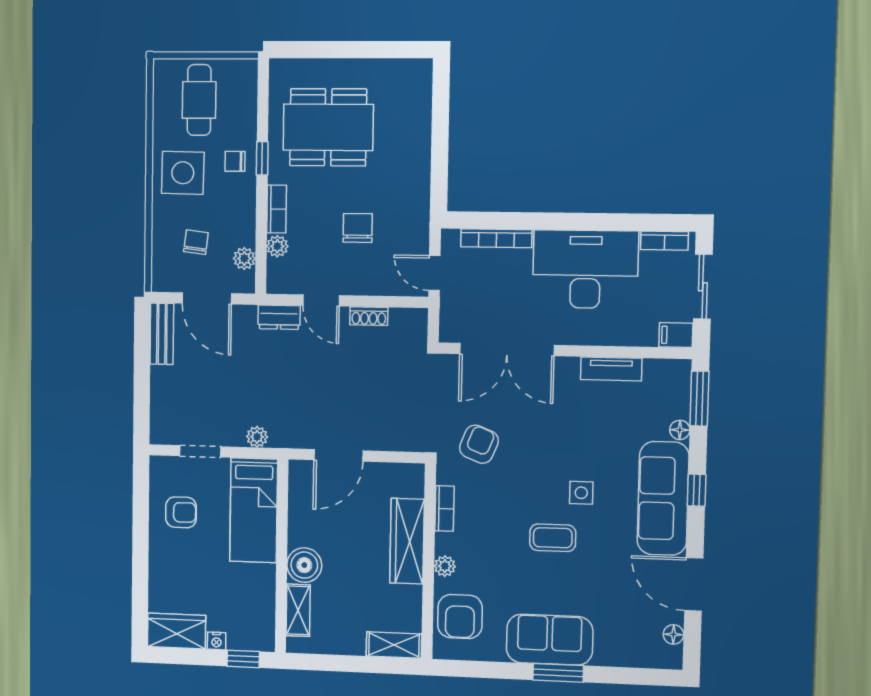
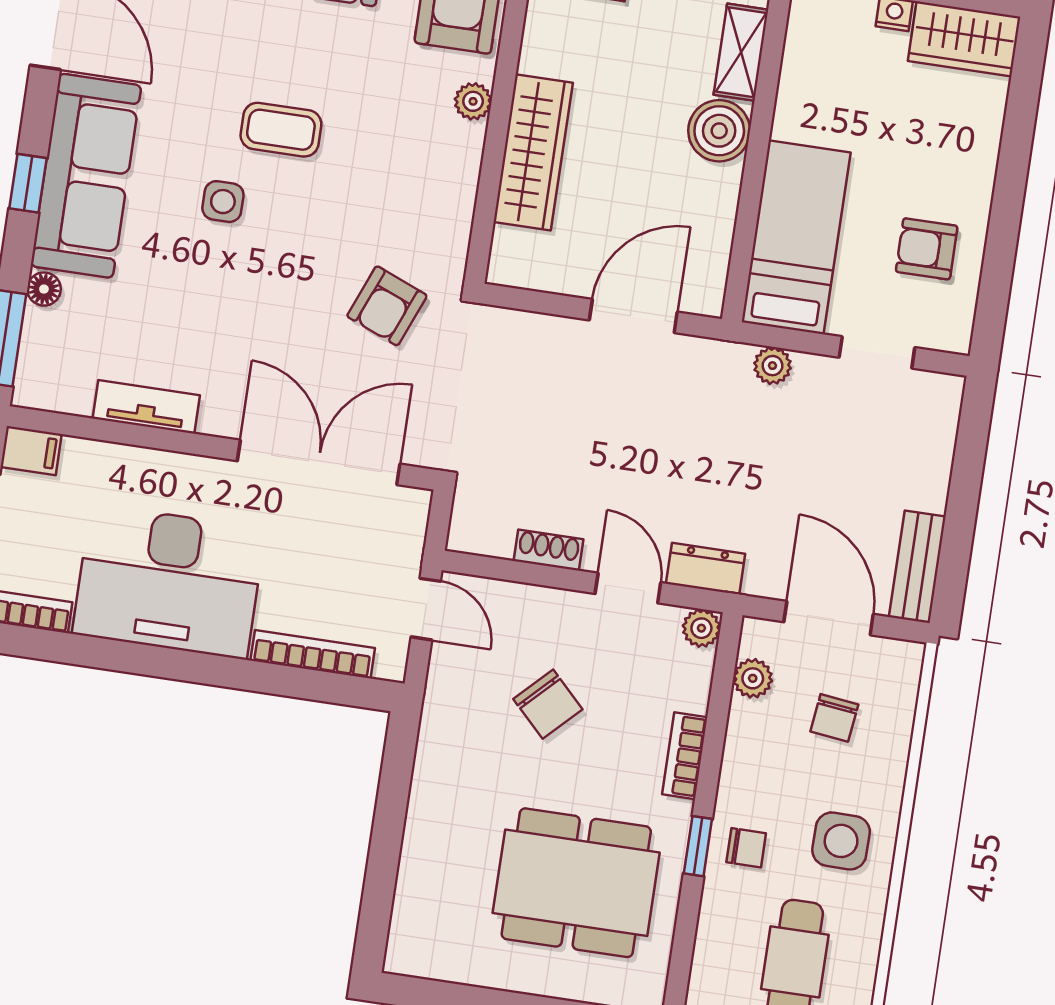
side table: (183, 173) -> (841, 841), width x0.73, depth x0.73
chair: (358, 228) -> (548, 704), turned -45
plant: (277, 246) -> (701, 628), moved
bookcase: (444, 508) -> (461, 202), removed

